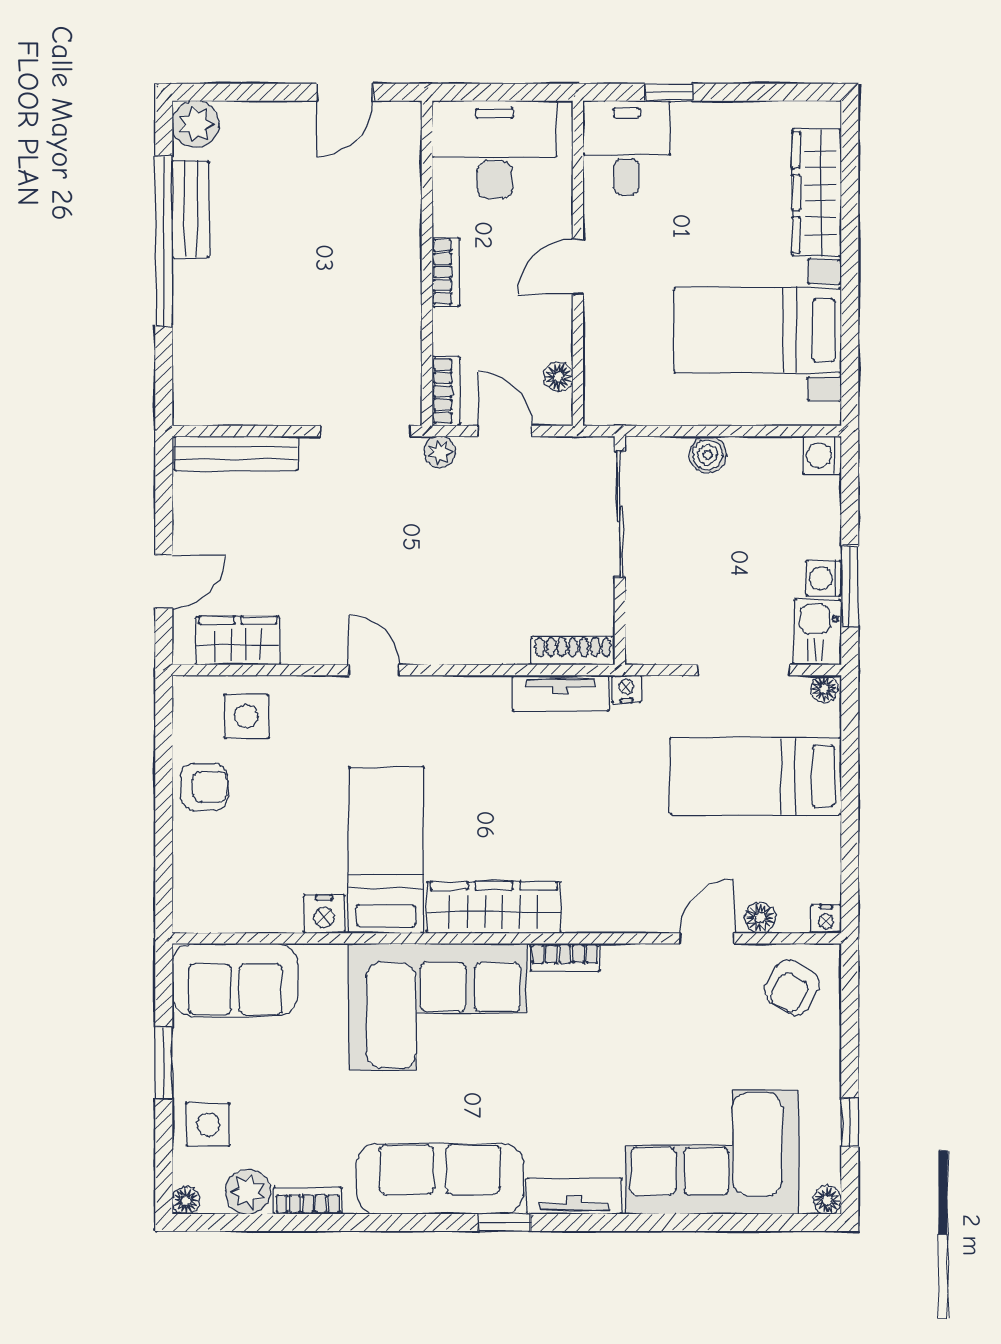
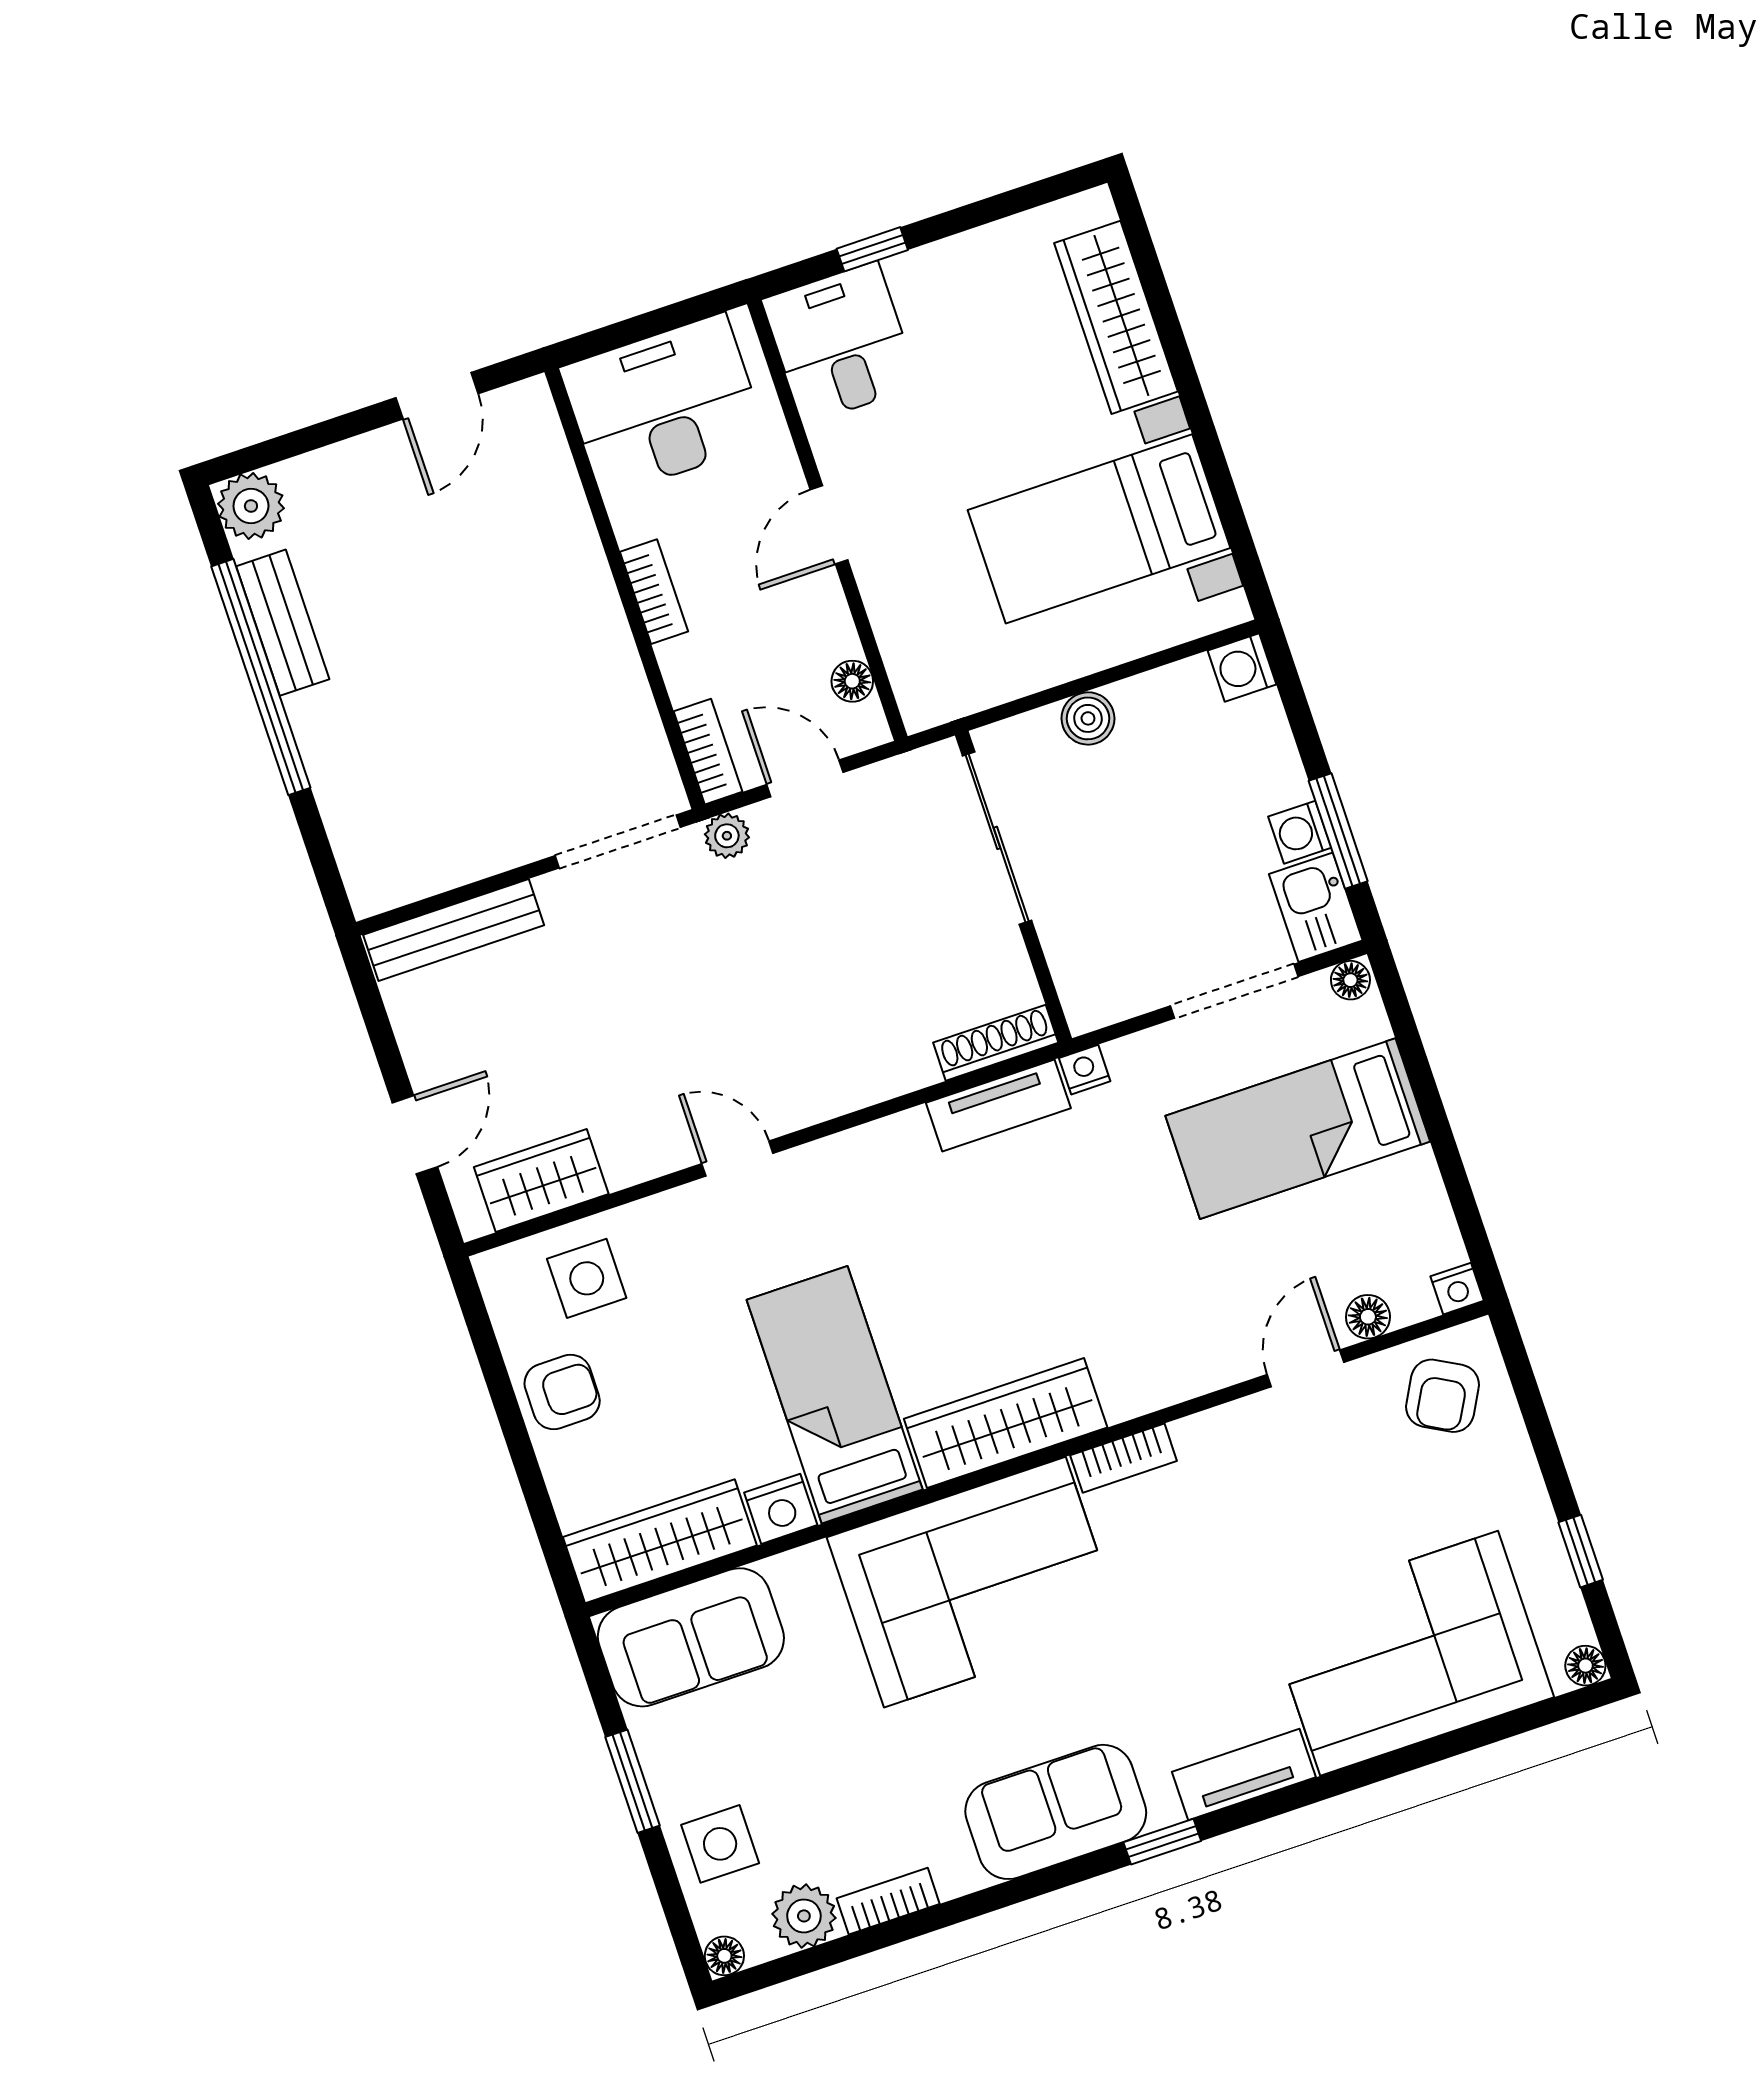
wardrobe: (236, 909) -> (660, 1541), added
sofa: (440, 1179) -> (1056, 1812), width x0.73

